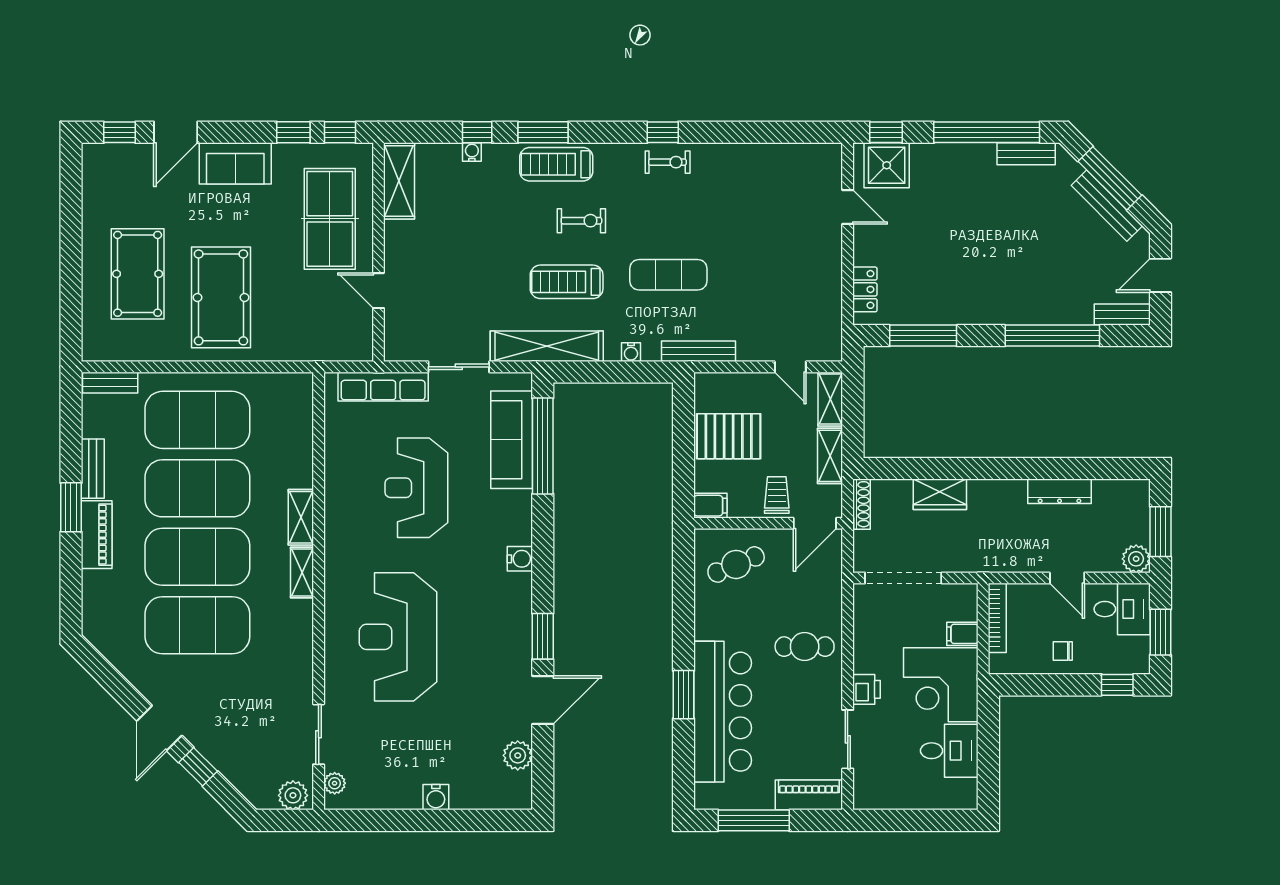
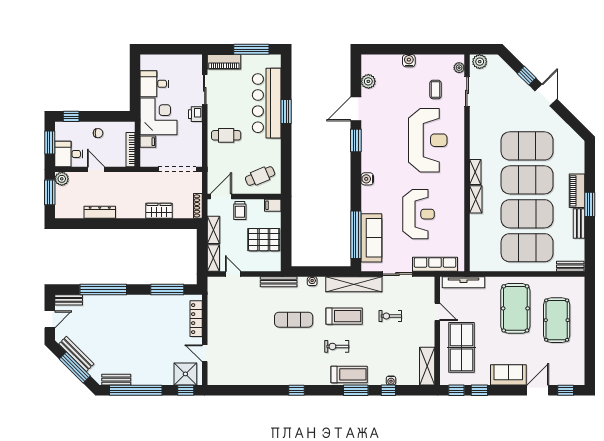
exercise bike: (668, 162) -> (390, 316), moved
locker: (865, 289) -> (196, 319), width x1.53
tv unit: (326, 350) -> (464, 282), added
coffee table: (382, 739) -> (435, 89), added

